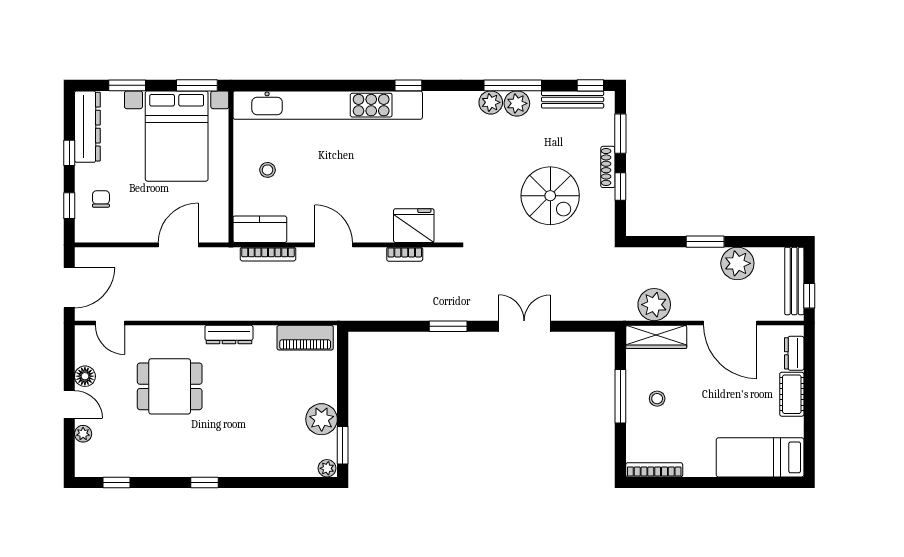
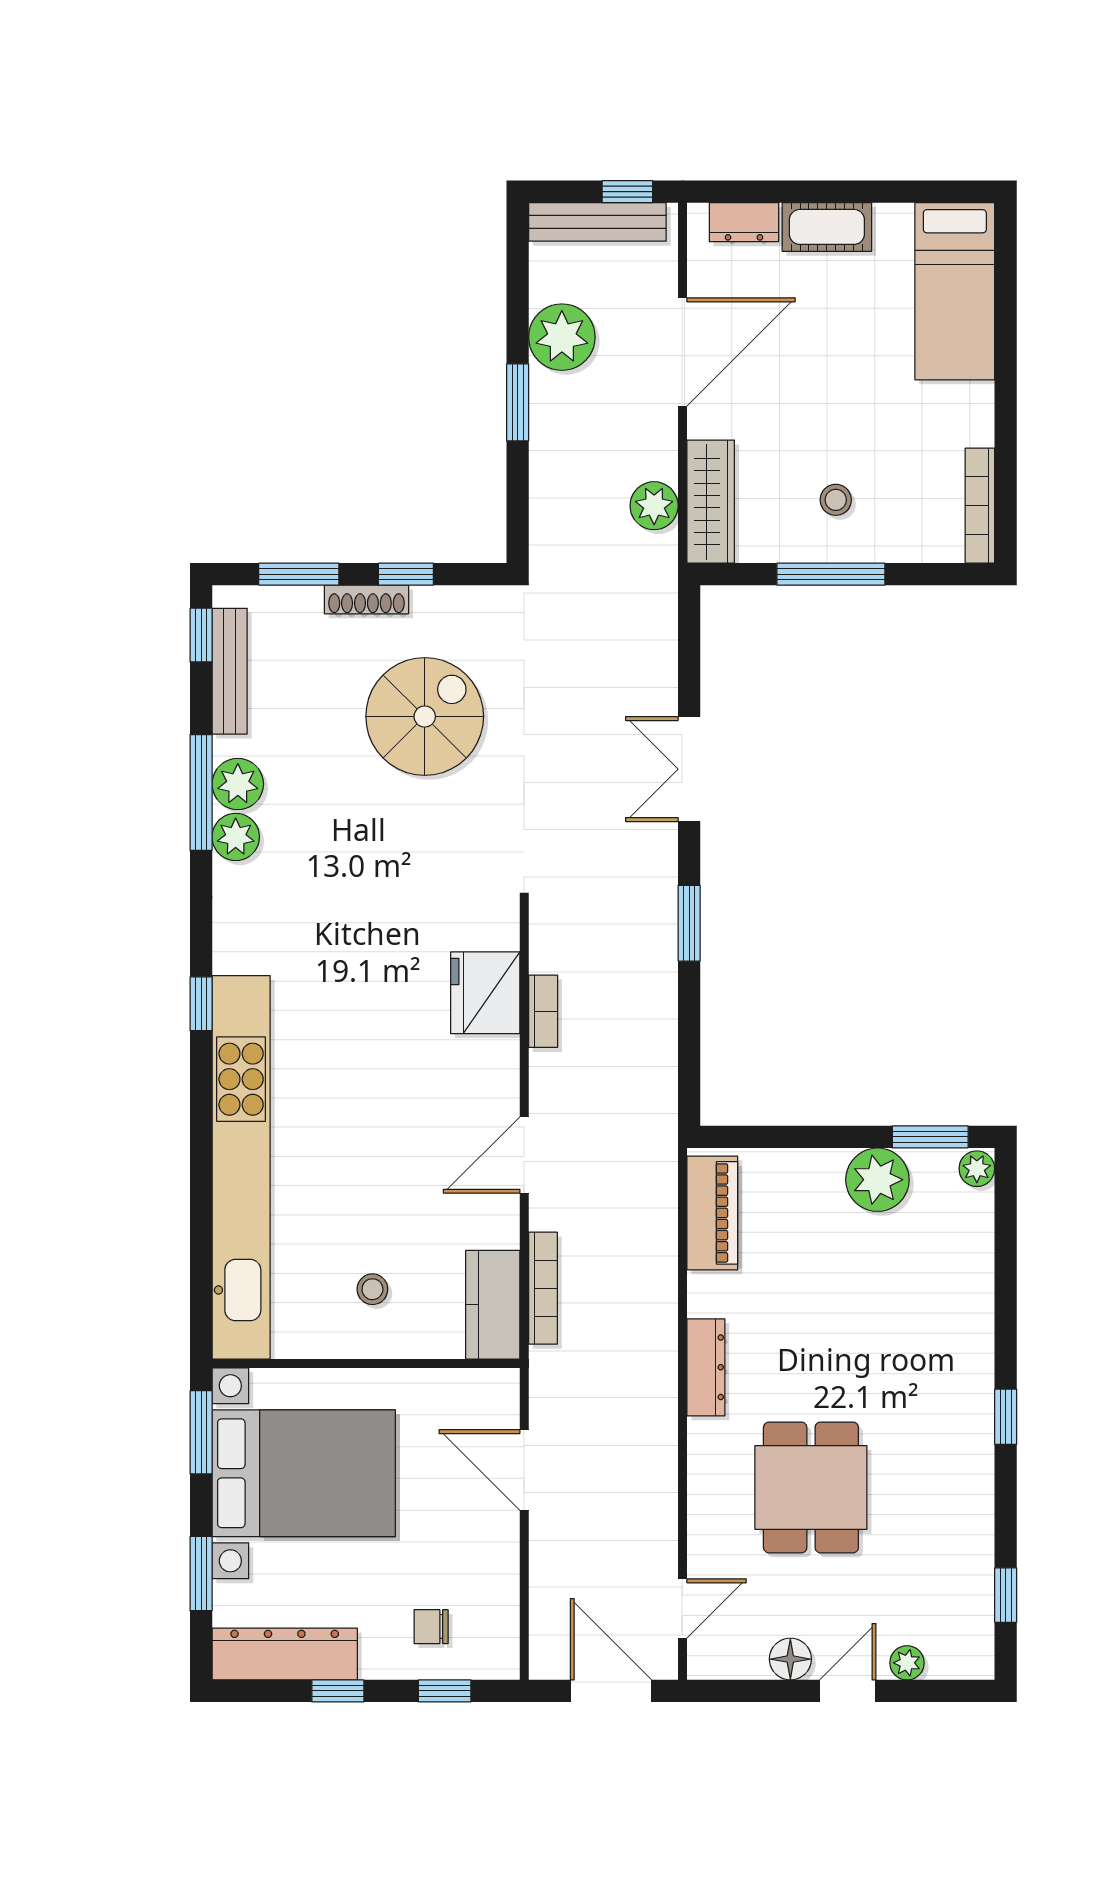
plant: (654, 305) -> (654, 506), width x0.73, depth x0.73

